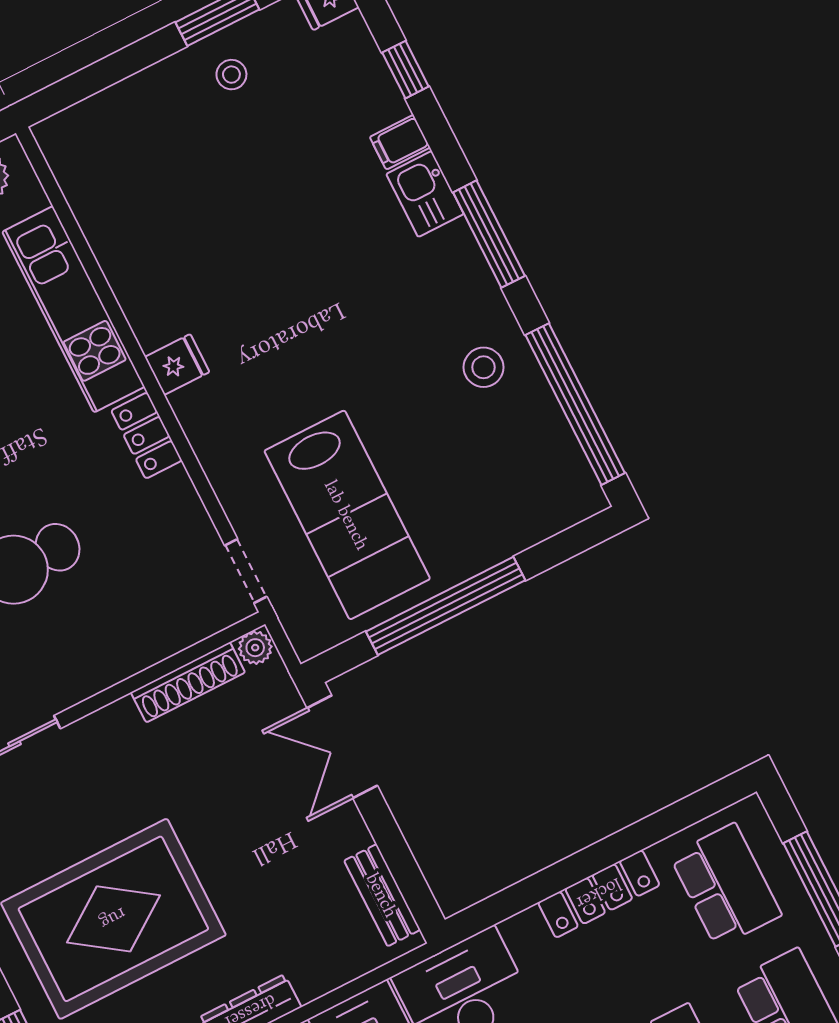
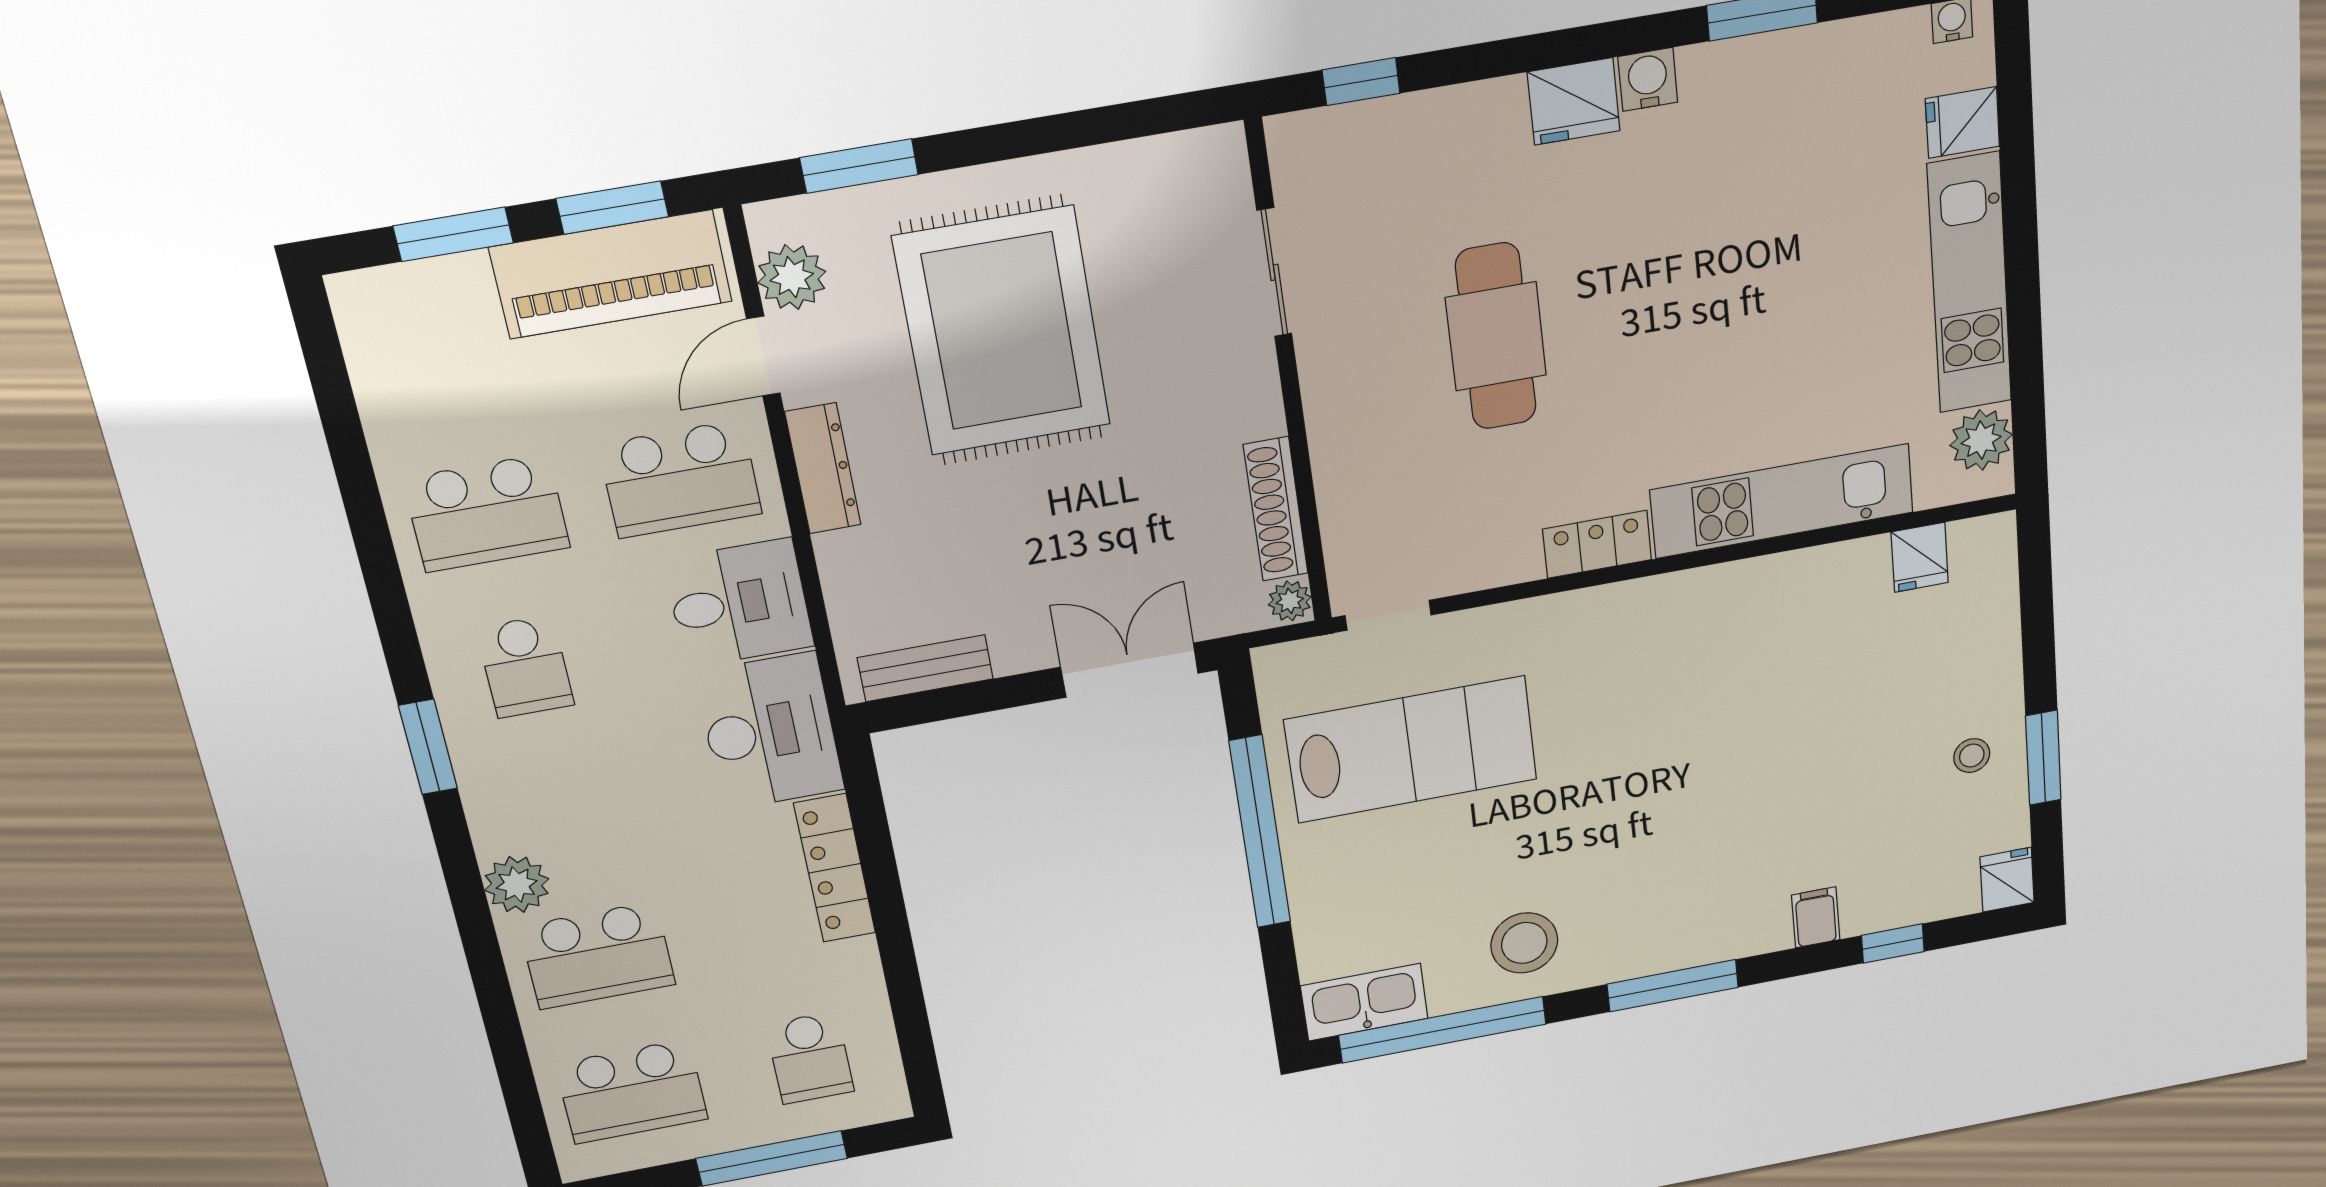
kitchen sink: (425, 194) -> (1364, 1002), moved, width x1.38
fridge: (177, 365) -> (1920, 557), moved
stool: (484, 367) -> (1524, 943), width x1.38, depth x1.38
lab bench: (347, 515) -> (1411, 750), turned 180
school desk: (726, 885) -> (810, 1058), width x0.54
locker: (599, 894) -> (835, 868), moved

